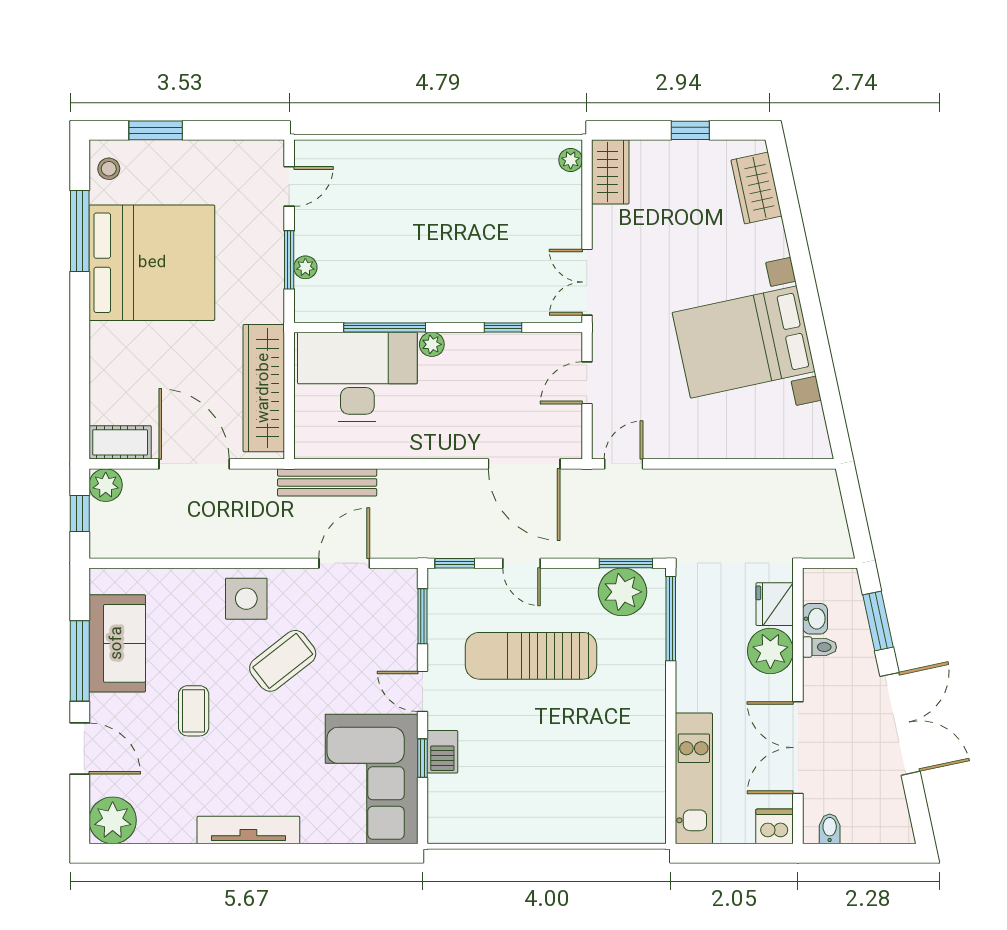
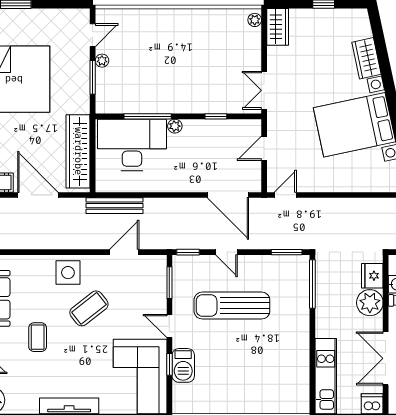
wardrobe: (756, 188) -> (366, 58), moved
plant: (305, 267) -> (102, 61), moved
plant: (623, 592) -> (285, 269), removed
barbecue: (442, 752) -> (183, 365), width x1.38, depth x1.27

